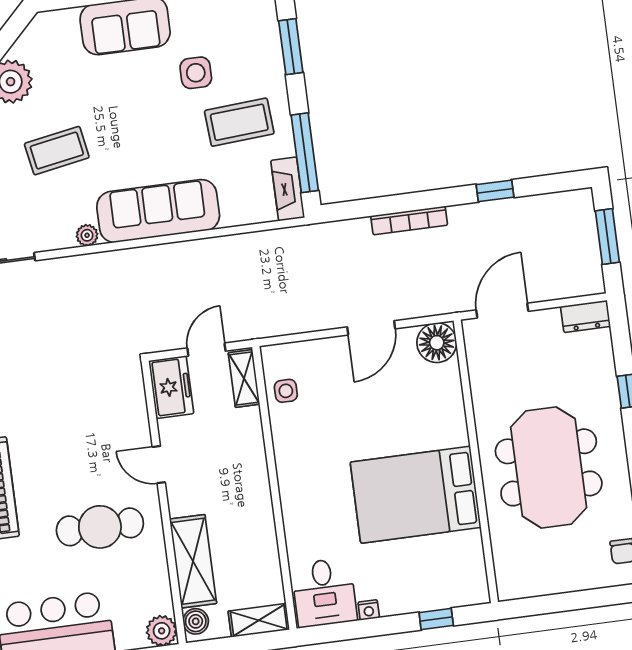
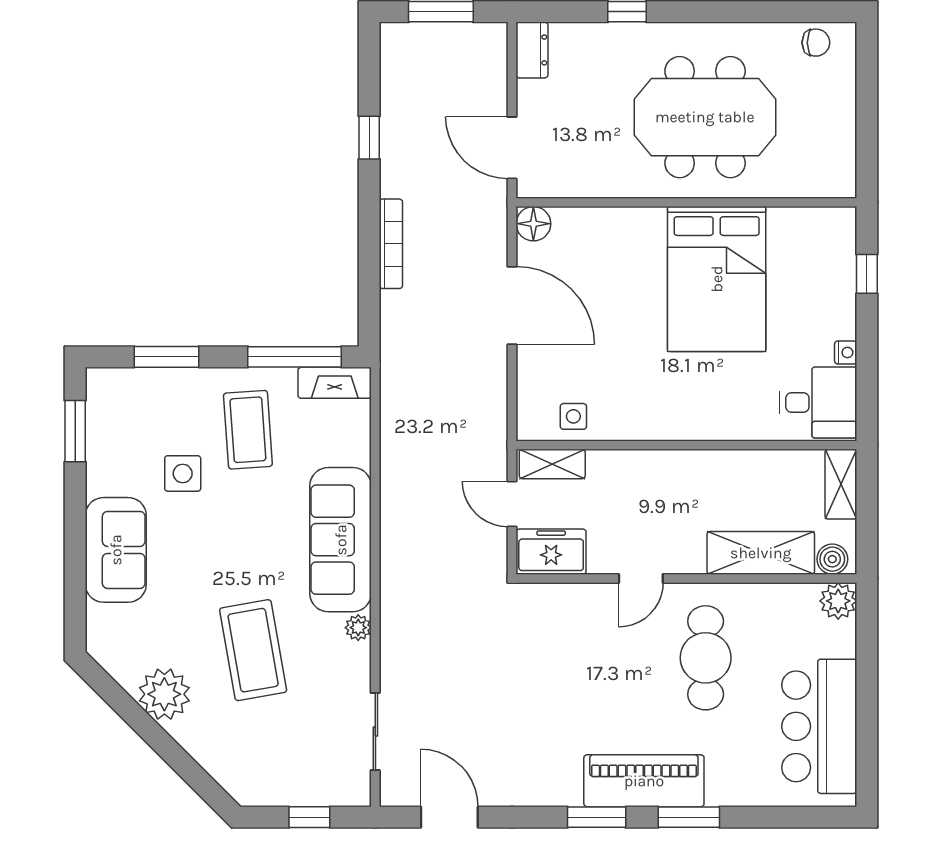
coffee table: (57, 151) -> (253, 650), width x1.36, depth x1.32
door: (371, 328) -> (512, 306), width x1.36
floor lamp: (437, 343) -> (533, 224), width x0.73, depth x0.73

